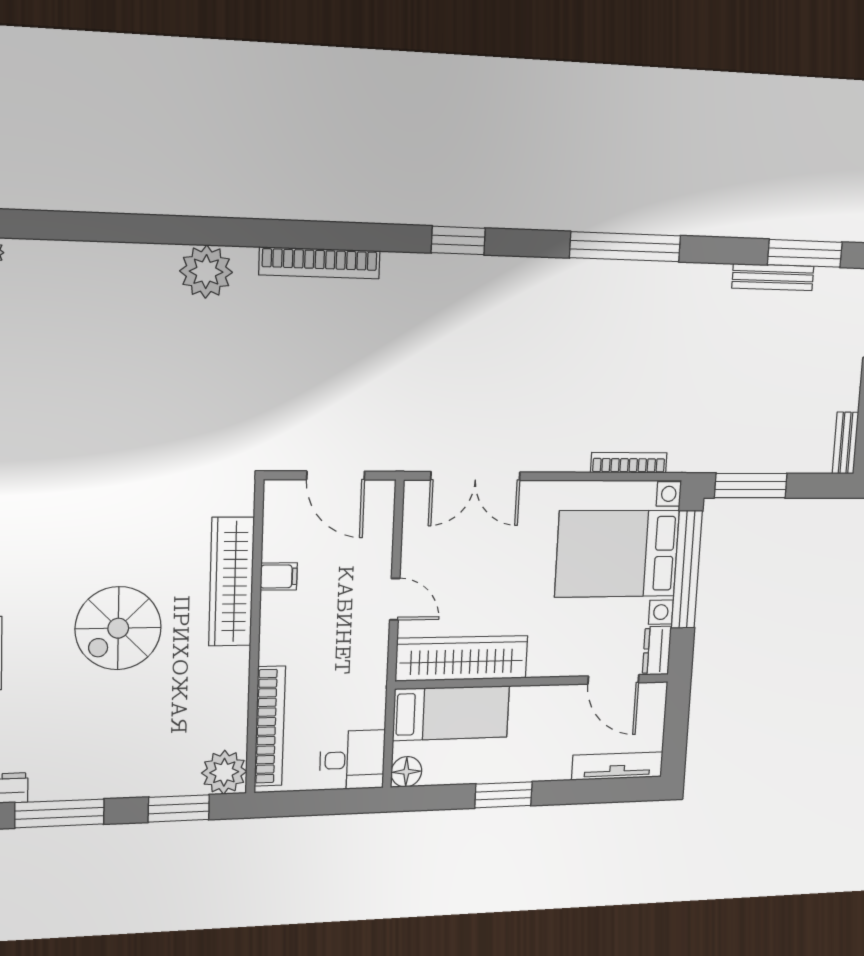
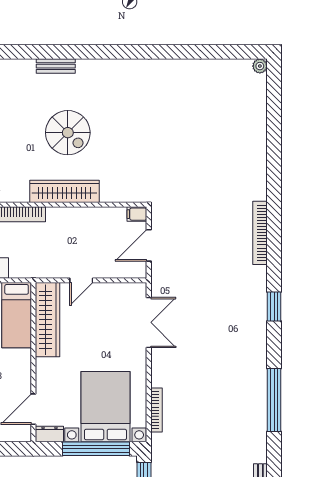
plant: (206, 272) -> (254, 174), removed
double door: (476, 476) -> (149, 322), swing flipped
filing cabinet: (279, 576) -> (137, 214), moved, turned 90
wardrobe: (231, 582) -> (64, 191), moved
spiral stairs: (118, 628) -> (68, 133), turned 180

